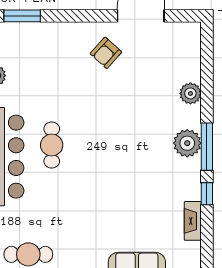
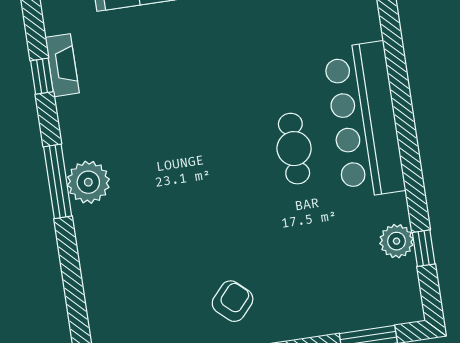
plant: (190, 93) -> (95, 259), removed
window: (207, 194) -> (42, 76), moved

